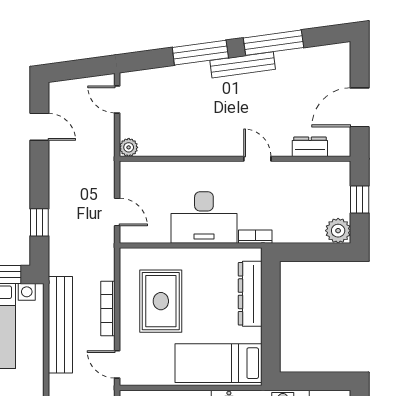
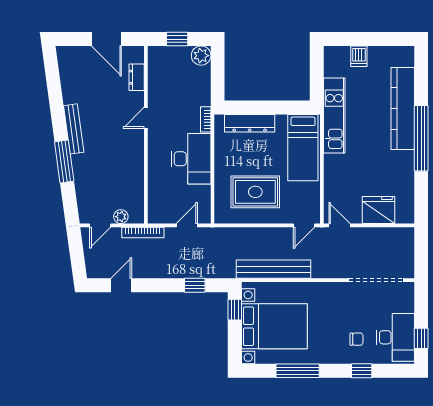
window: (274, 43) -> (57, 105), removed
plant: (129, 147) -> (121, 217), moved
bookcase: (108, 309) -> (143, 233), moved

